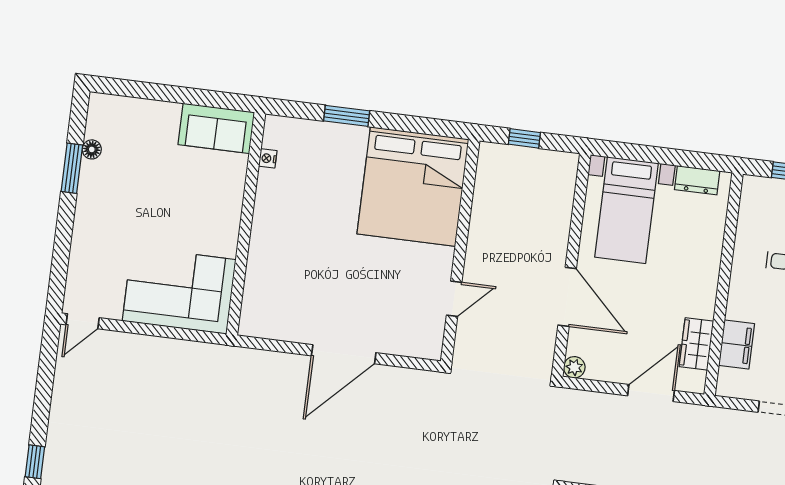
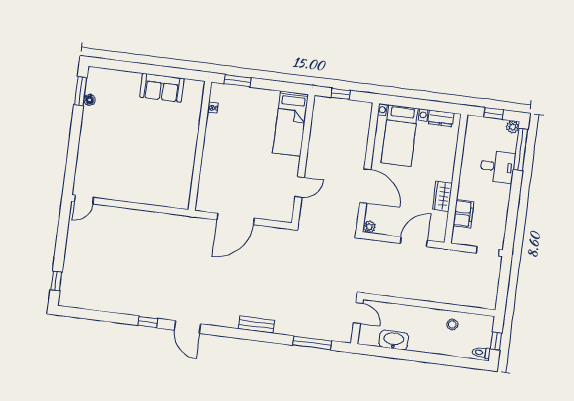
nightstand: (268, 158) -> (213, 108), moved
window: (72, 168) -> (81, 91), moved
bed: (413, 187) -> (291, 124), width x0.49
wall: (246, 224) -> (200, 146), moved
corner sofa: (179, 290) -> (140, 182), removed
wardrobe: (696, 344) -> (442, 196), moved

